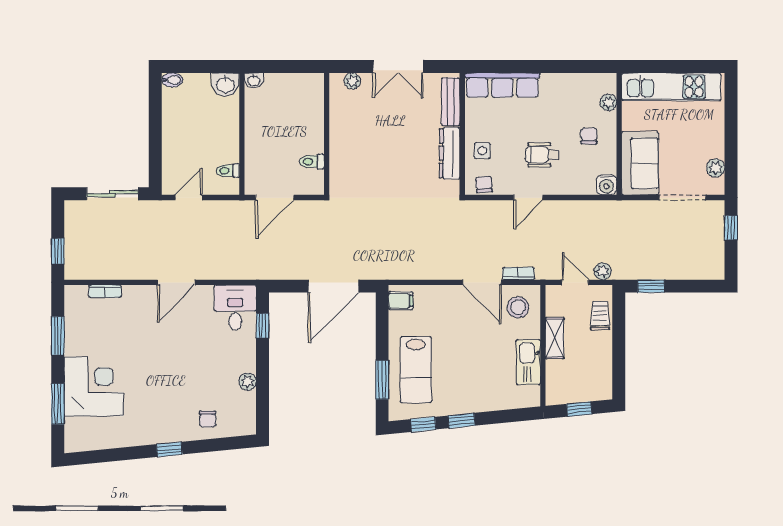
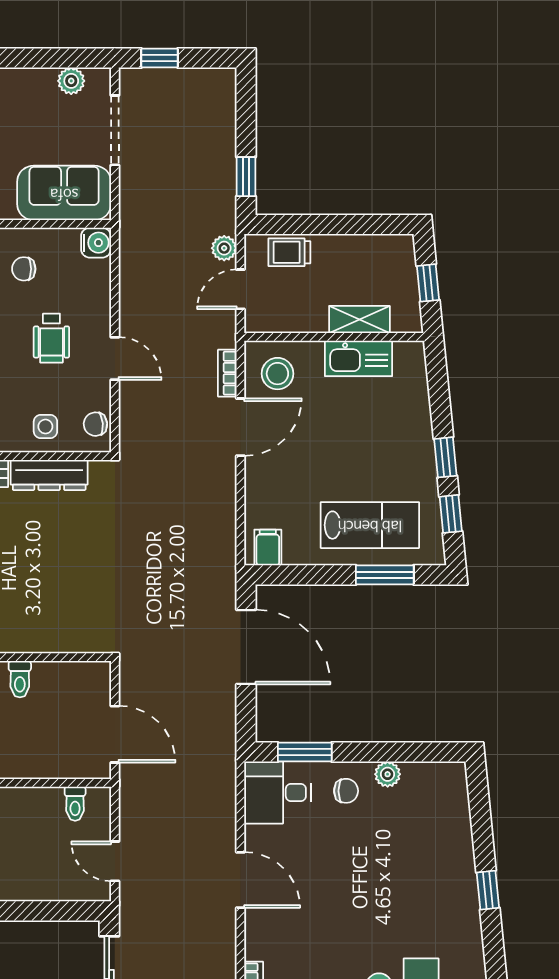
toilet: (312, 161) -> (20, 679), moved
window: (263, 326) -> (305, 752), width x1.50
shelving: (555, 338) -> (359, 319), moved
chair: (208, 419) -> (346, 791), moved

